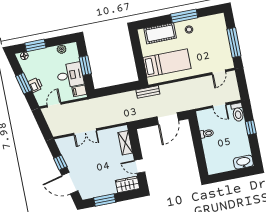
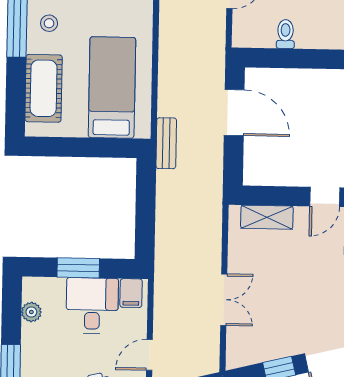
door: (54, 105) -> (149, 355), hinge flipped

